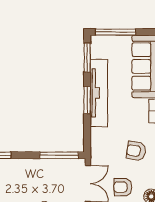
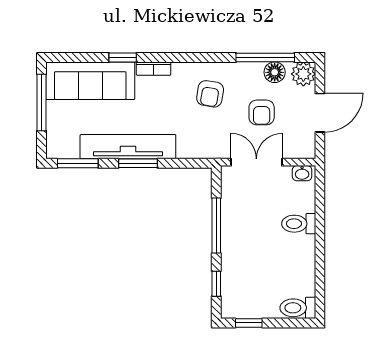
window: (116, 32) -> (41, 102), moved
window: (59, 155) -> (216, 226), moved

